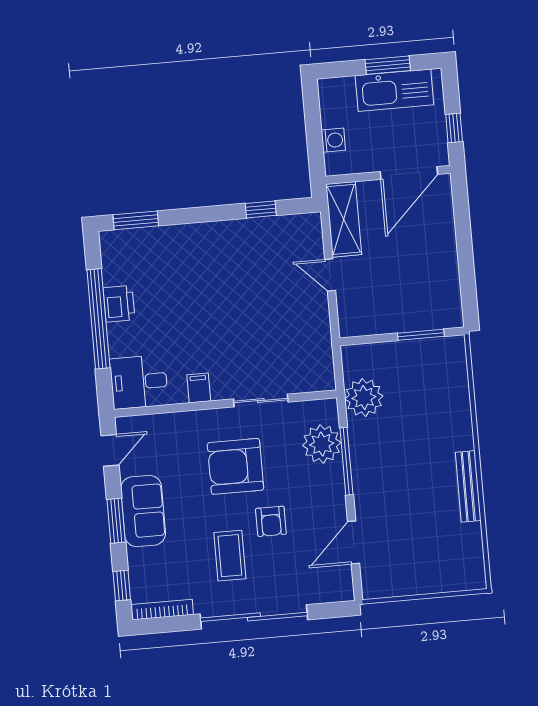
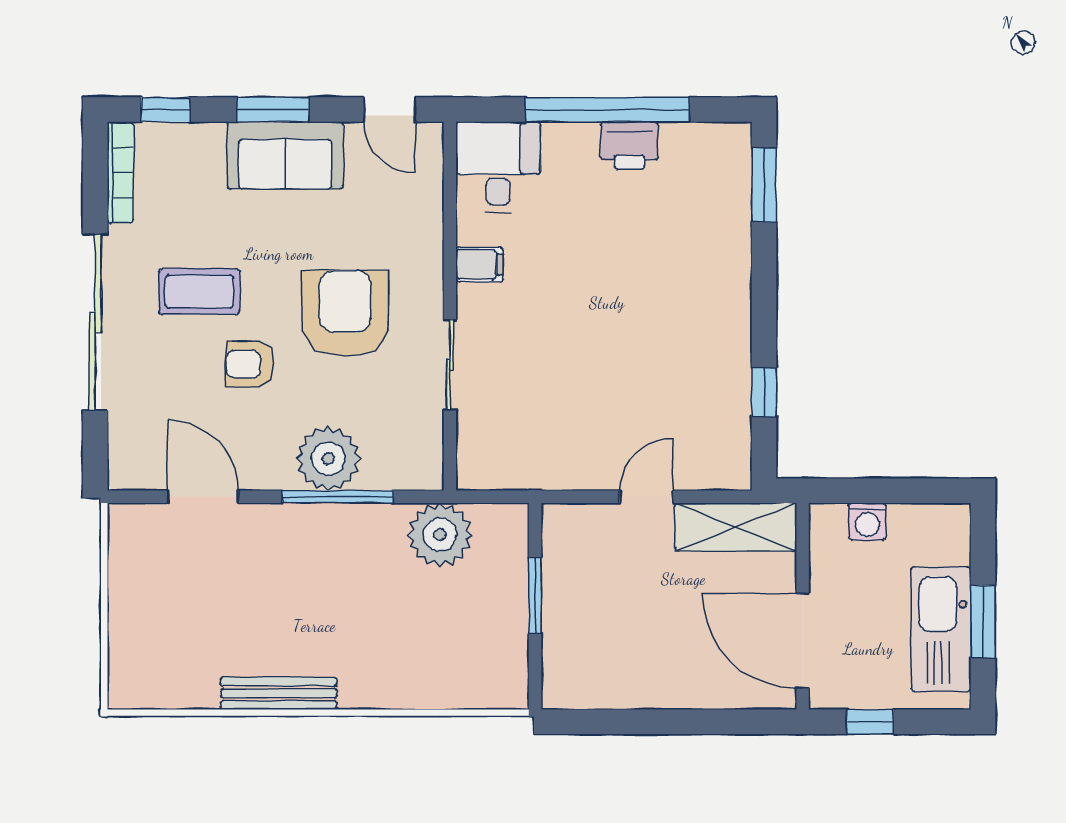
window: (421, 335) -> (535, 596), moved
plant: (322, 444) -> (328, 459), moved

